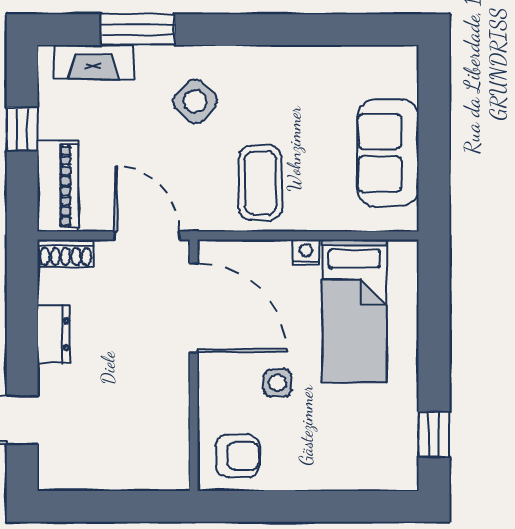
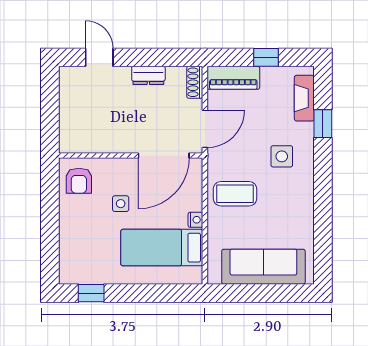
window: (138, 30) -> (323, 124), width x0.67
side table: (195, 101) -> (282, 156), turned 45
sofa: (388, 153) -> (263, 267), width x1.36

